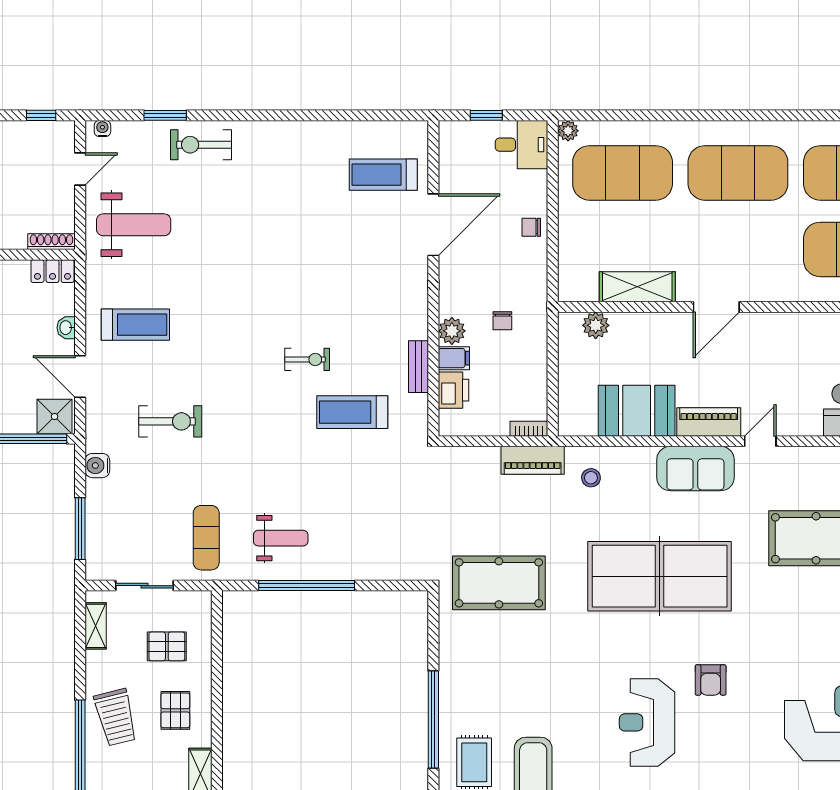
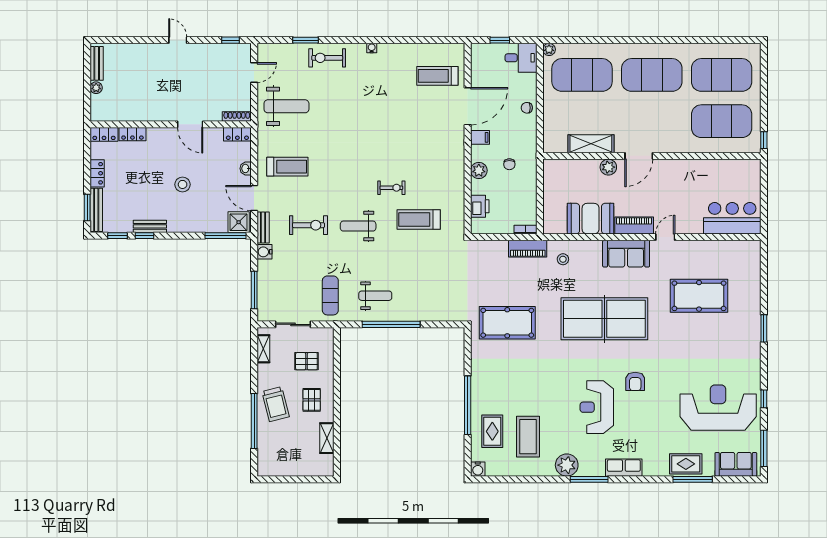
water cooler: (102, 129) -> (372, 48), moved
plant: (596, 325) -> (608, 167), moved
filing cabinet: (454, 358) -> (480, 137), moved
bench: (418, 367) -> (263, 228), moved
weight bench: (252, 423) -> (358, 226), added

